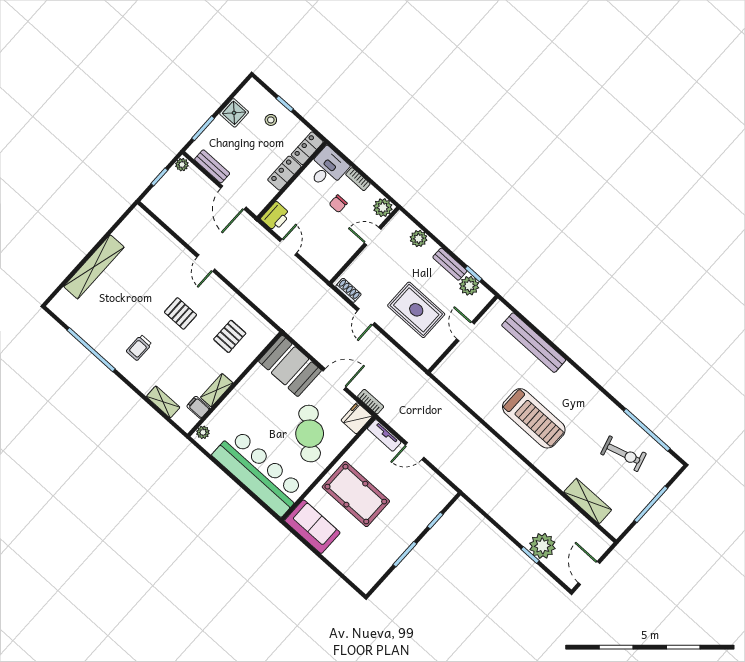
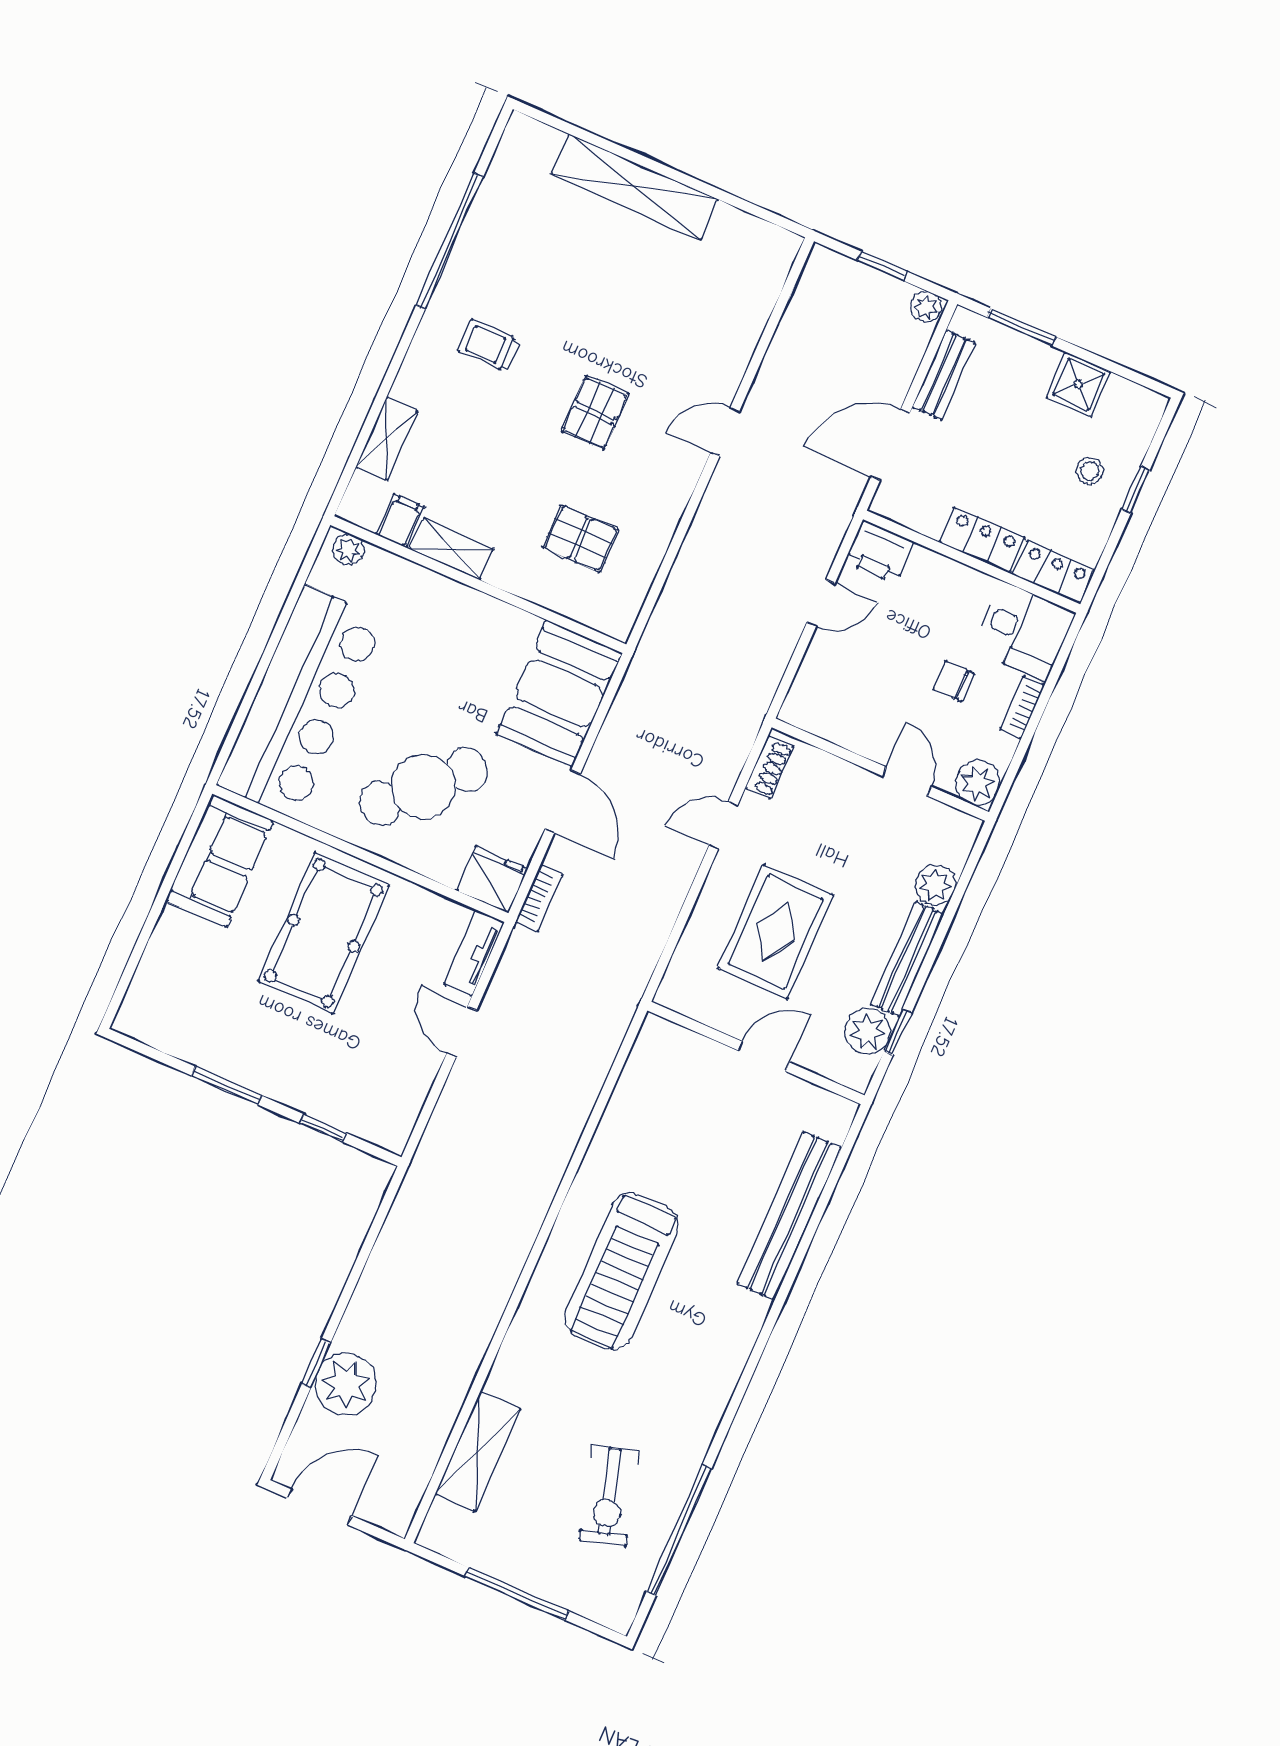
bench: (450, 264) -> (907, 959), width x1.36

